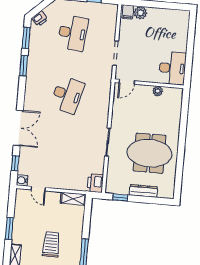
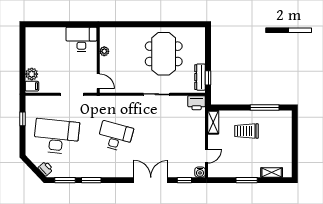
desk: (73, 33) -> (56, 136), width x1.36, depth x1.30
dresser: (143, 191) -> (200, 77), moved
trolley: (51, 244) -> (246, 131), moved

